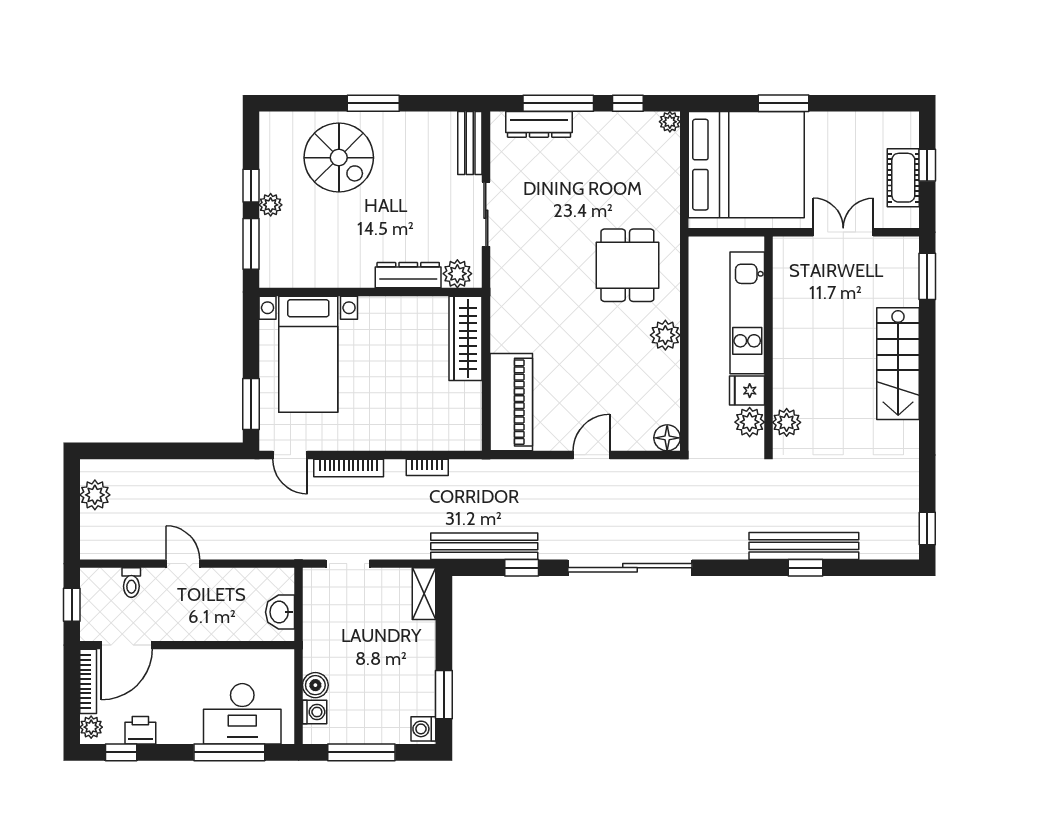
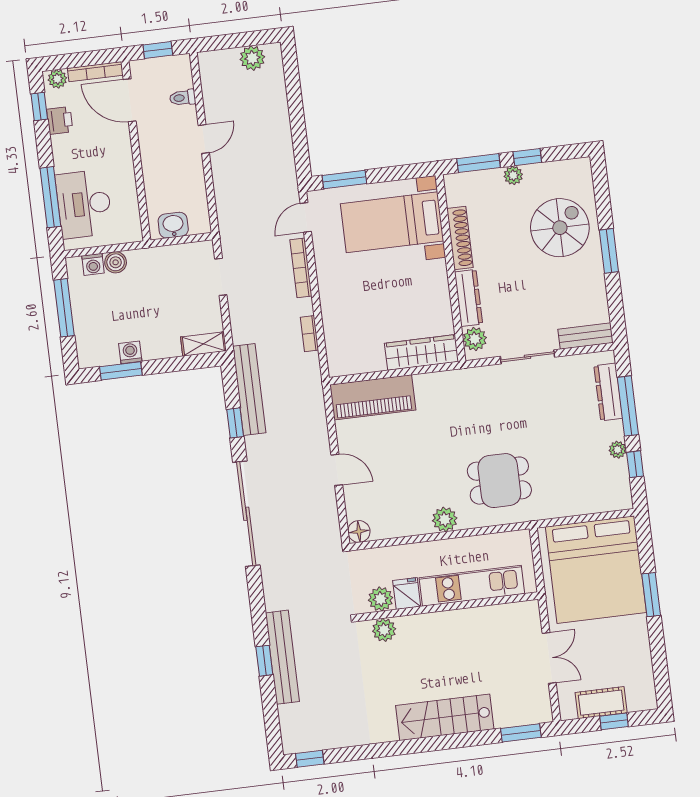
plant: (670, 122) -> (618, 450), moved
spiral stairs: (339, 158) -> (560, 228), turned 180
shoe rack: (337, 277) -> (460, 238), added
washing machine: (423, 729) -> (130, 352), moved

